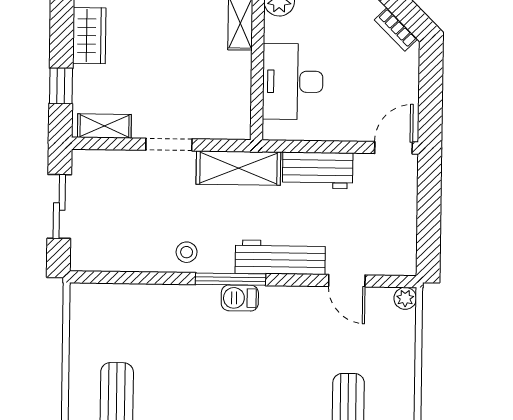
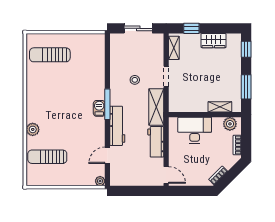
stool: (187, 252) -> (135, 80), moved

